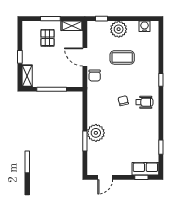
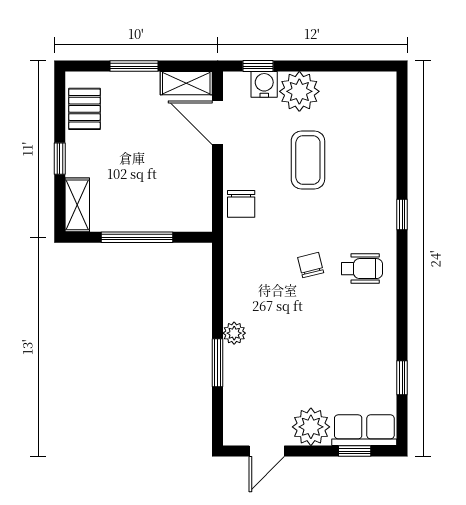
water cooler: (144, 26) -> (264, 84), moved
pallet: (48, 38) -> (84, 109), moved
door: (85, 57) -> (218, 123), moved
coffee table: (122, 57) -> (308, 160), turned 90
plant: (96, 133) -> (234, 333), width x0.53, depth x0.53
plant: (123, 167) -> (311, 427), added

